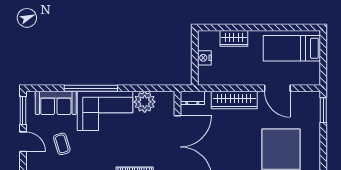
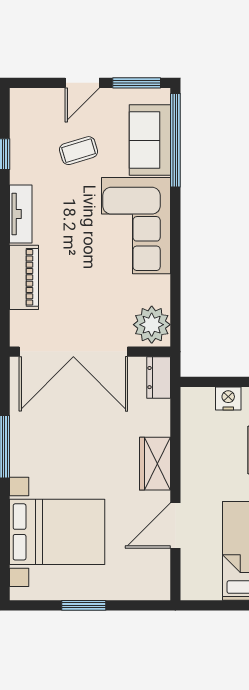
window: (91, 88) -> (175, 140), moved
wardrobe: (234, 100) -> (155, 464), width x0.67
plant: (145, 102) -> (152, 325), moved
window: (323, 110) -> (84, 605), moved

